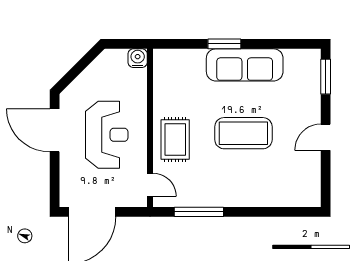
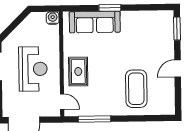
sofa: (245, 65) -> (95, 22), moved
coffee table: (243, 133) -> (136, 89), moved, turned 90

